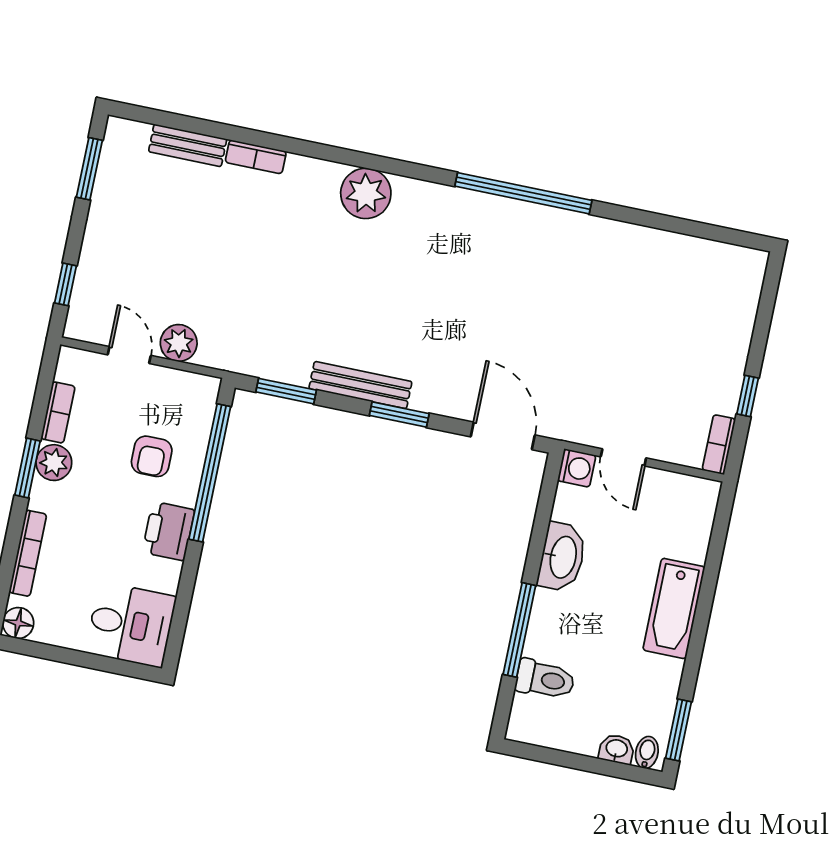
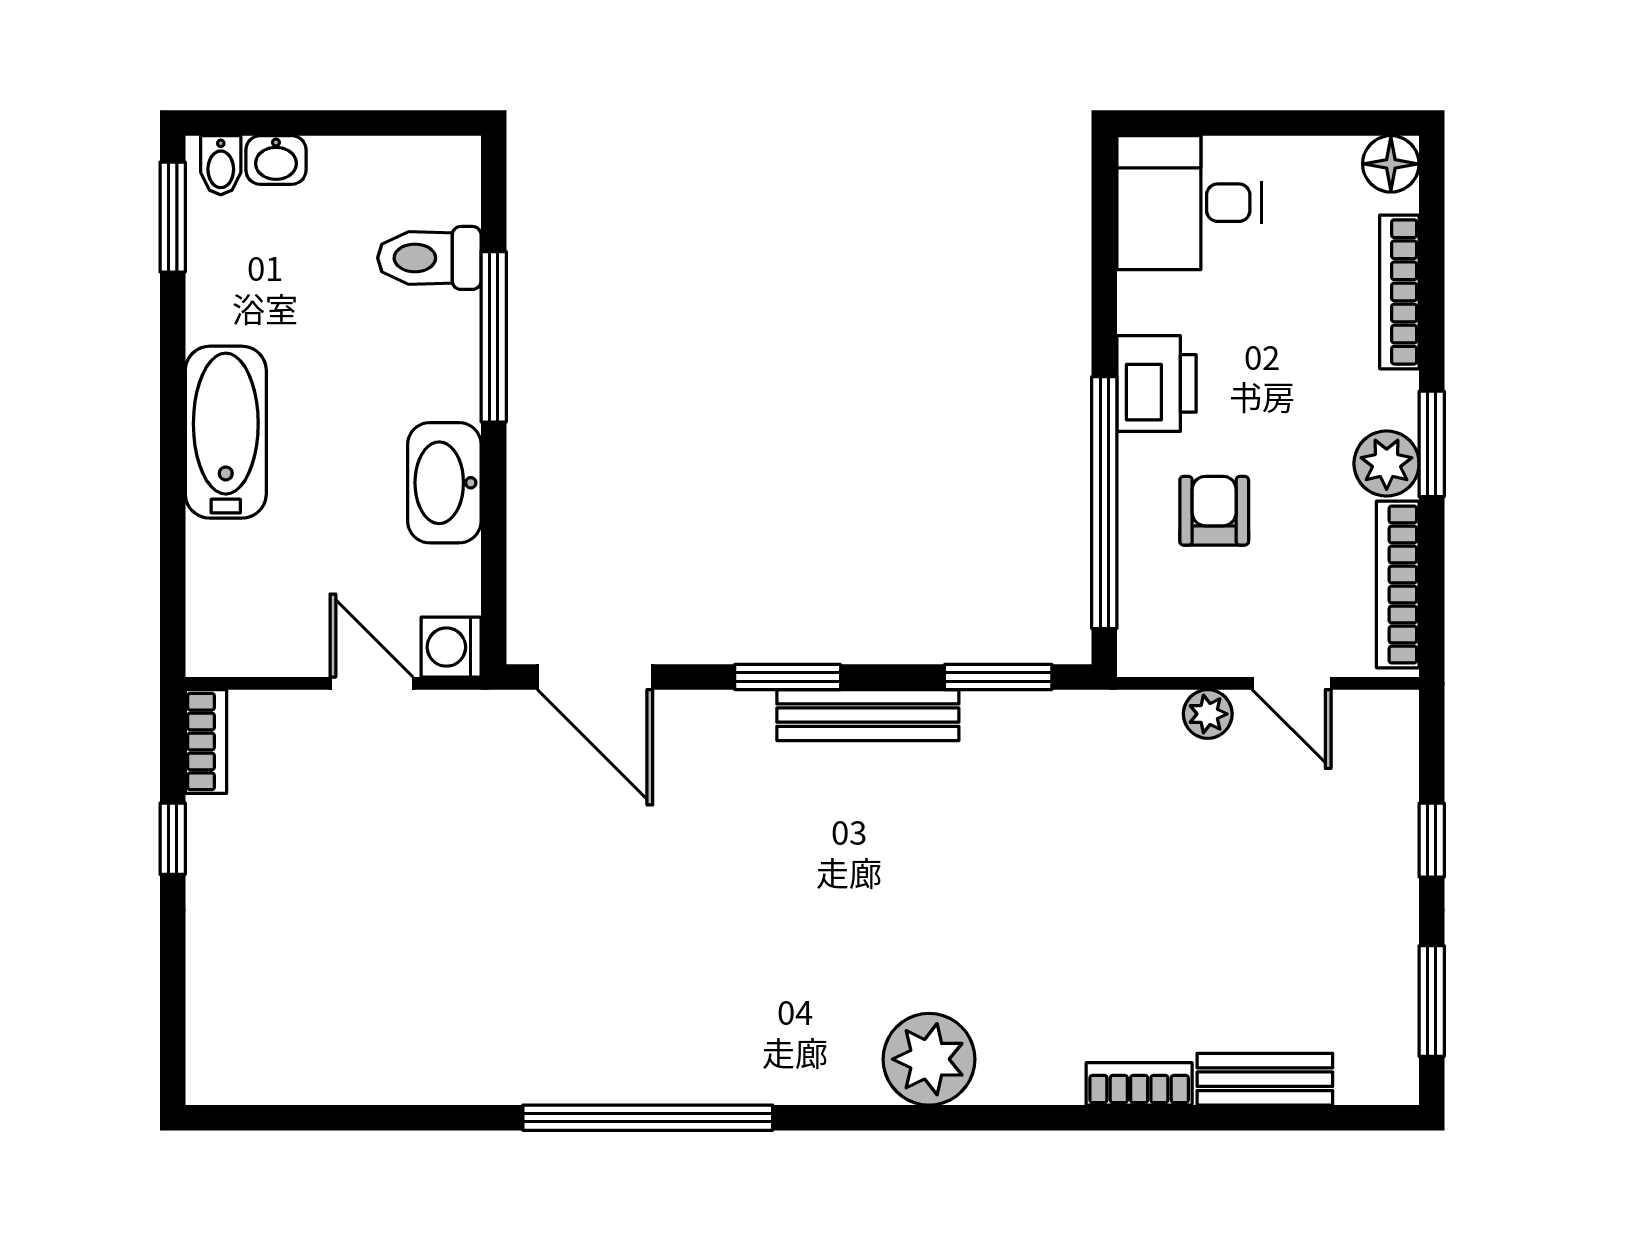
window: (65, 284) -> (1432, 840), moved
plant: (179, 343) -> (1208, 714), width x0.73, depth x0.73
bookcase: (58, 412) -> (1398, 584), width x1.56

